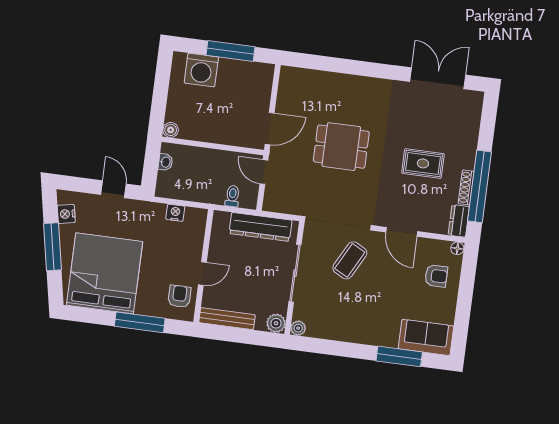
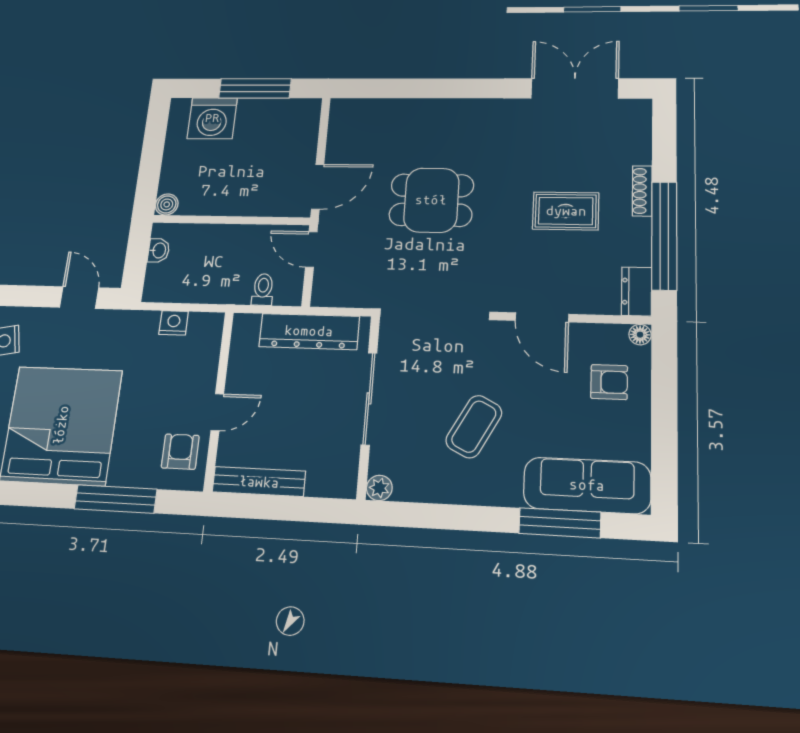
shoe rack: (466, 187) -> (642, 191), moved
coffee table: (350, 260) -> (474, 427), moved
plant: (276, 323) -> (341, 483), removed
sofa: (426, 337) -> (587, 485), width x1.36

